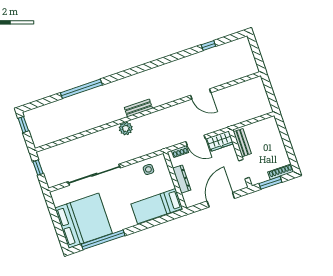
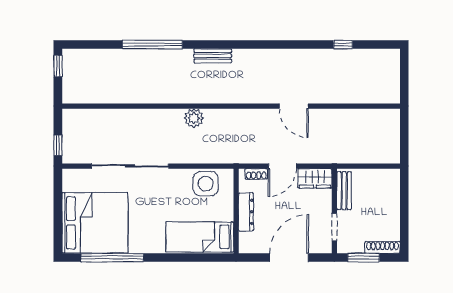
door: (201, 94) -> (294, 106), moved
bench: (138, 108) -> (213, 56), moved
door: (196, 140) -> (283, 166), hinge flipped
window: (38, 168) -> (58, 145), moved
side table: (148, 169) -> (206, 184), width x1.87, depth x1.87

